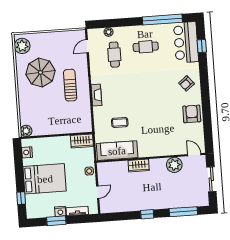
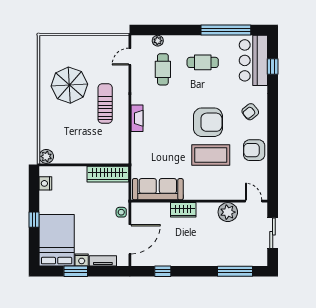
plant: (22, 46) -> (49, 50), removed
armchair: (153, 94) -> (208, 122), added
armchair: (192, 114) -> (254, 150), turned -90
coffee table: (120, 122) -> (211, 155), moved, width x1.86, depth x1.72
wardrobe: (82, 141) -> (108, 174), width x1.50
bed: (45, 179) -> (57, 240), moved, turned -90
door: (98, 192) -> (130, 239), width x1.88
window: (21, 198) -> (34, 220), moved
window: (147, 214) -> (163, 271), moved

